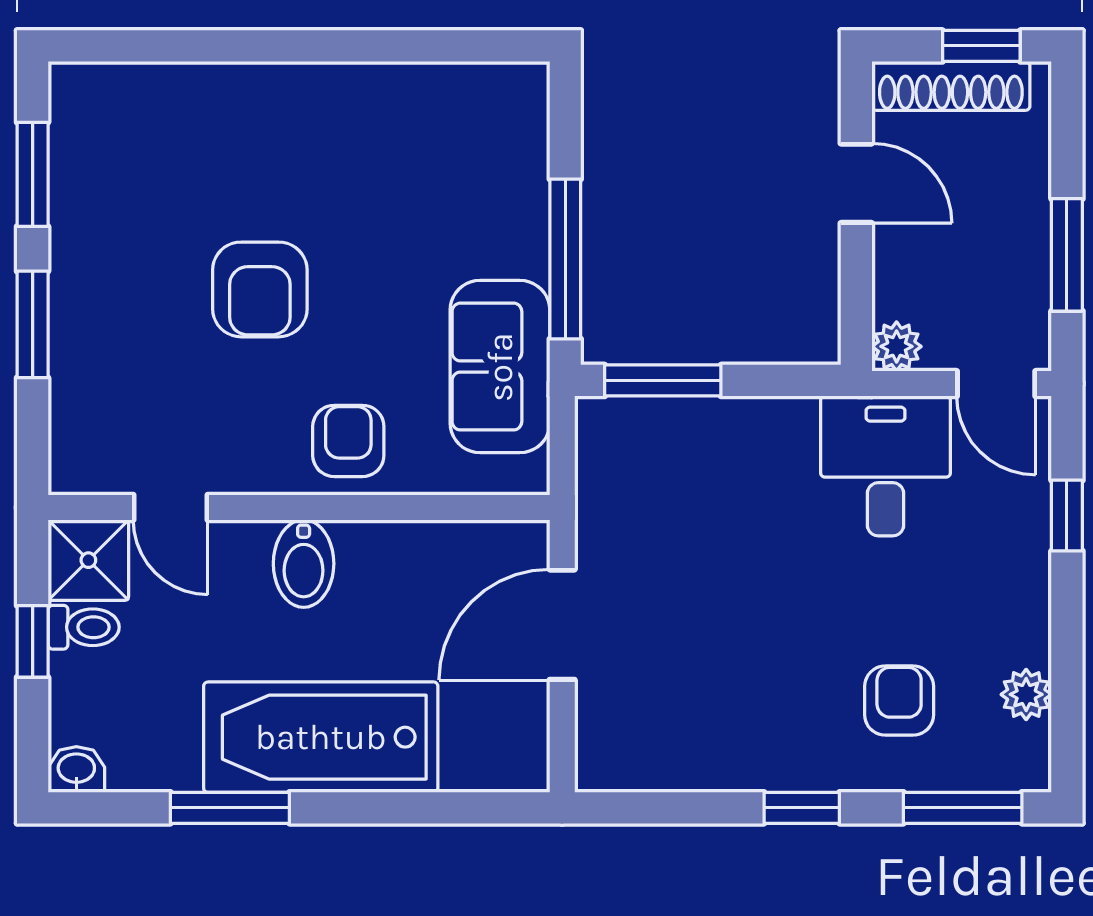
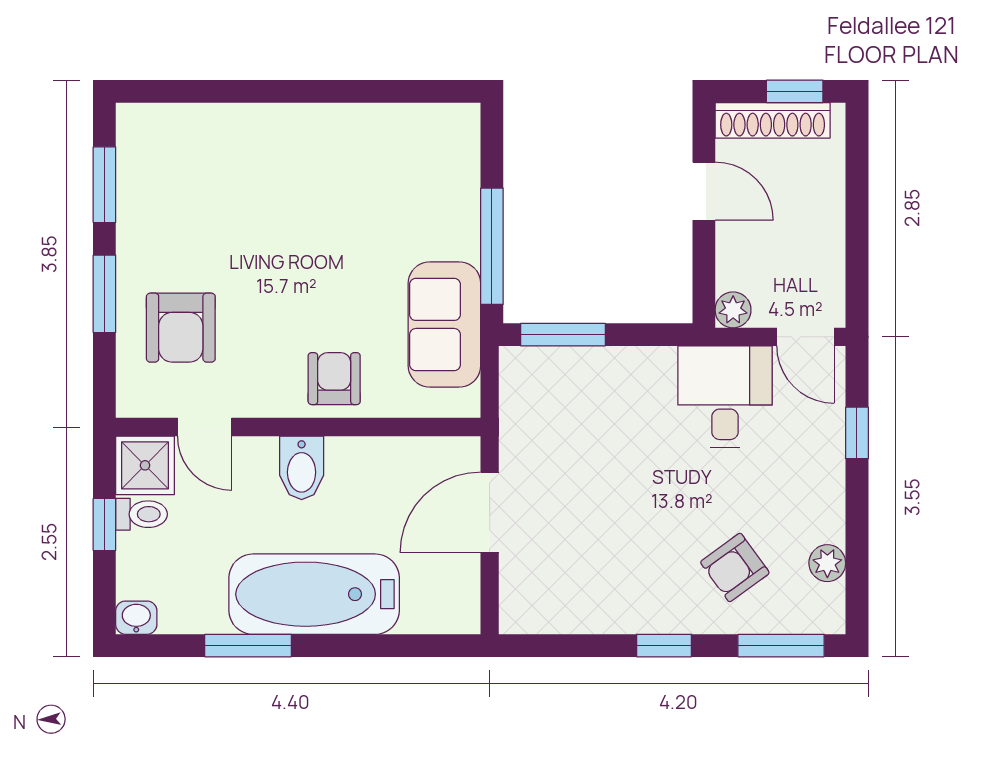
window: (1067, 255) -> (857, 243), removed
armchair: (260, 289) -> (181, 328), moved
armchair: (899, 701) -> (735, 568), turned -126

